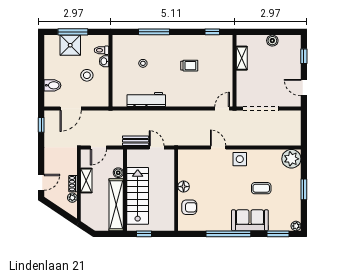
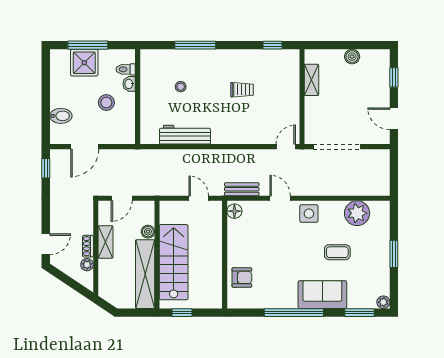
bench: (136, 141) -> (242, 189), moved
plant: (291, 159) -> (357, 213), moved
floor lamp: (184, 187) -> (234, 211), moved

